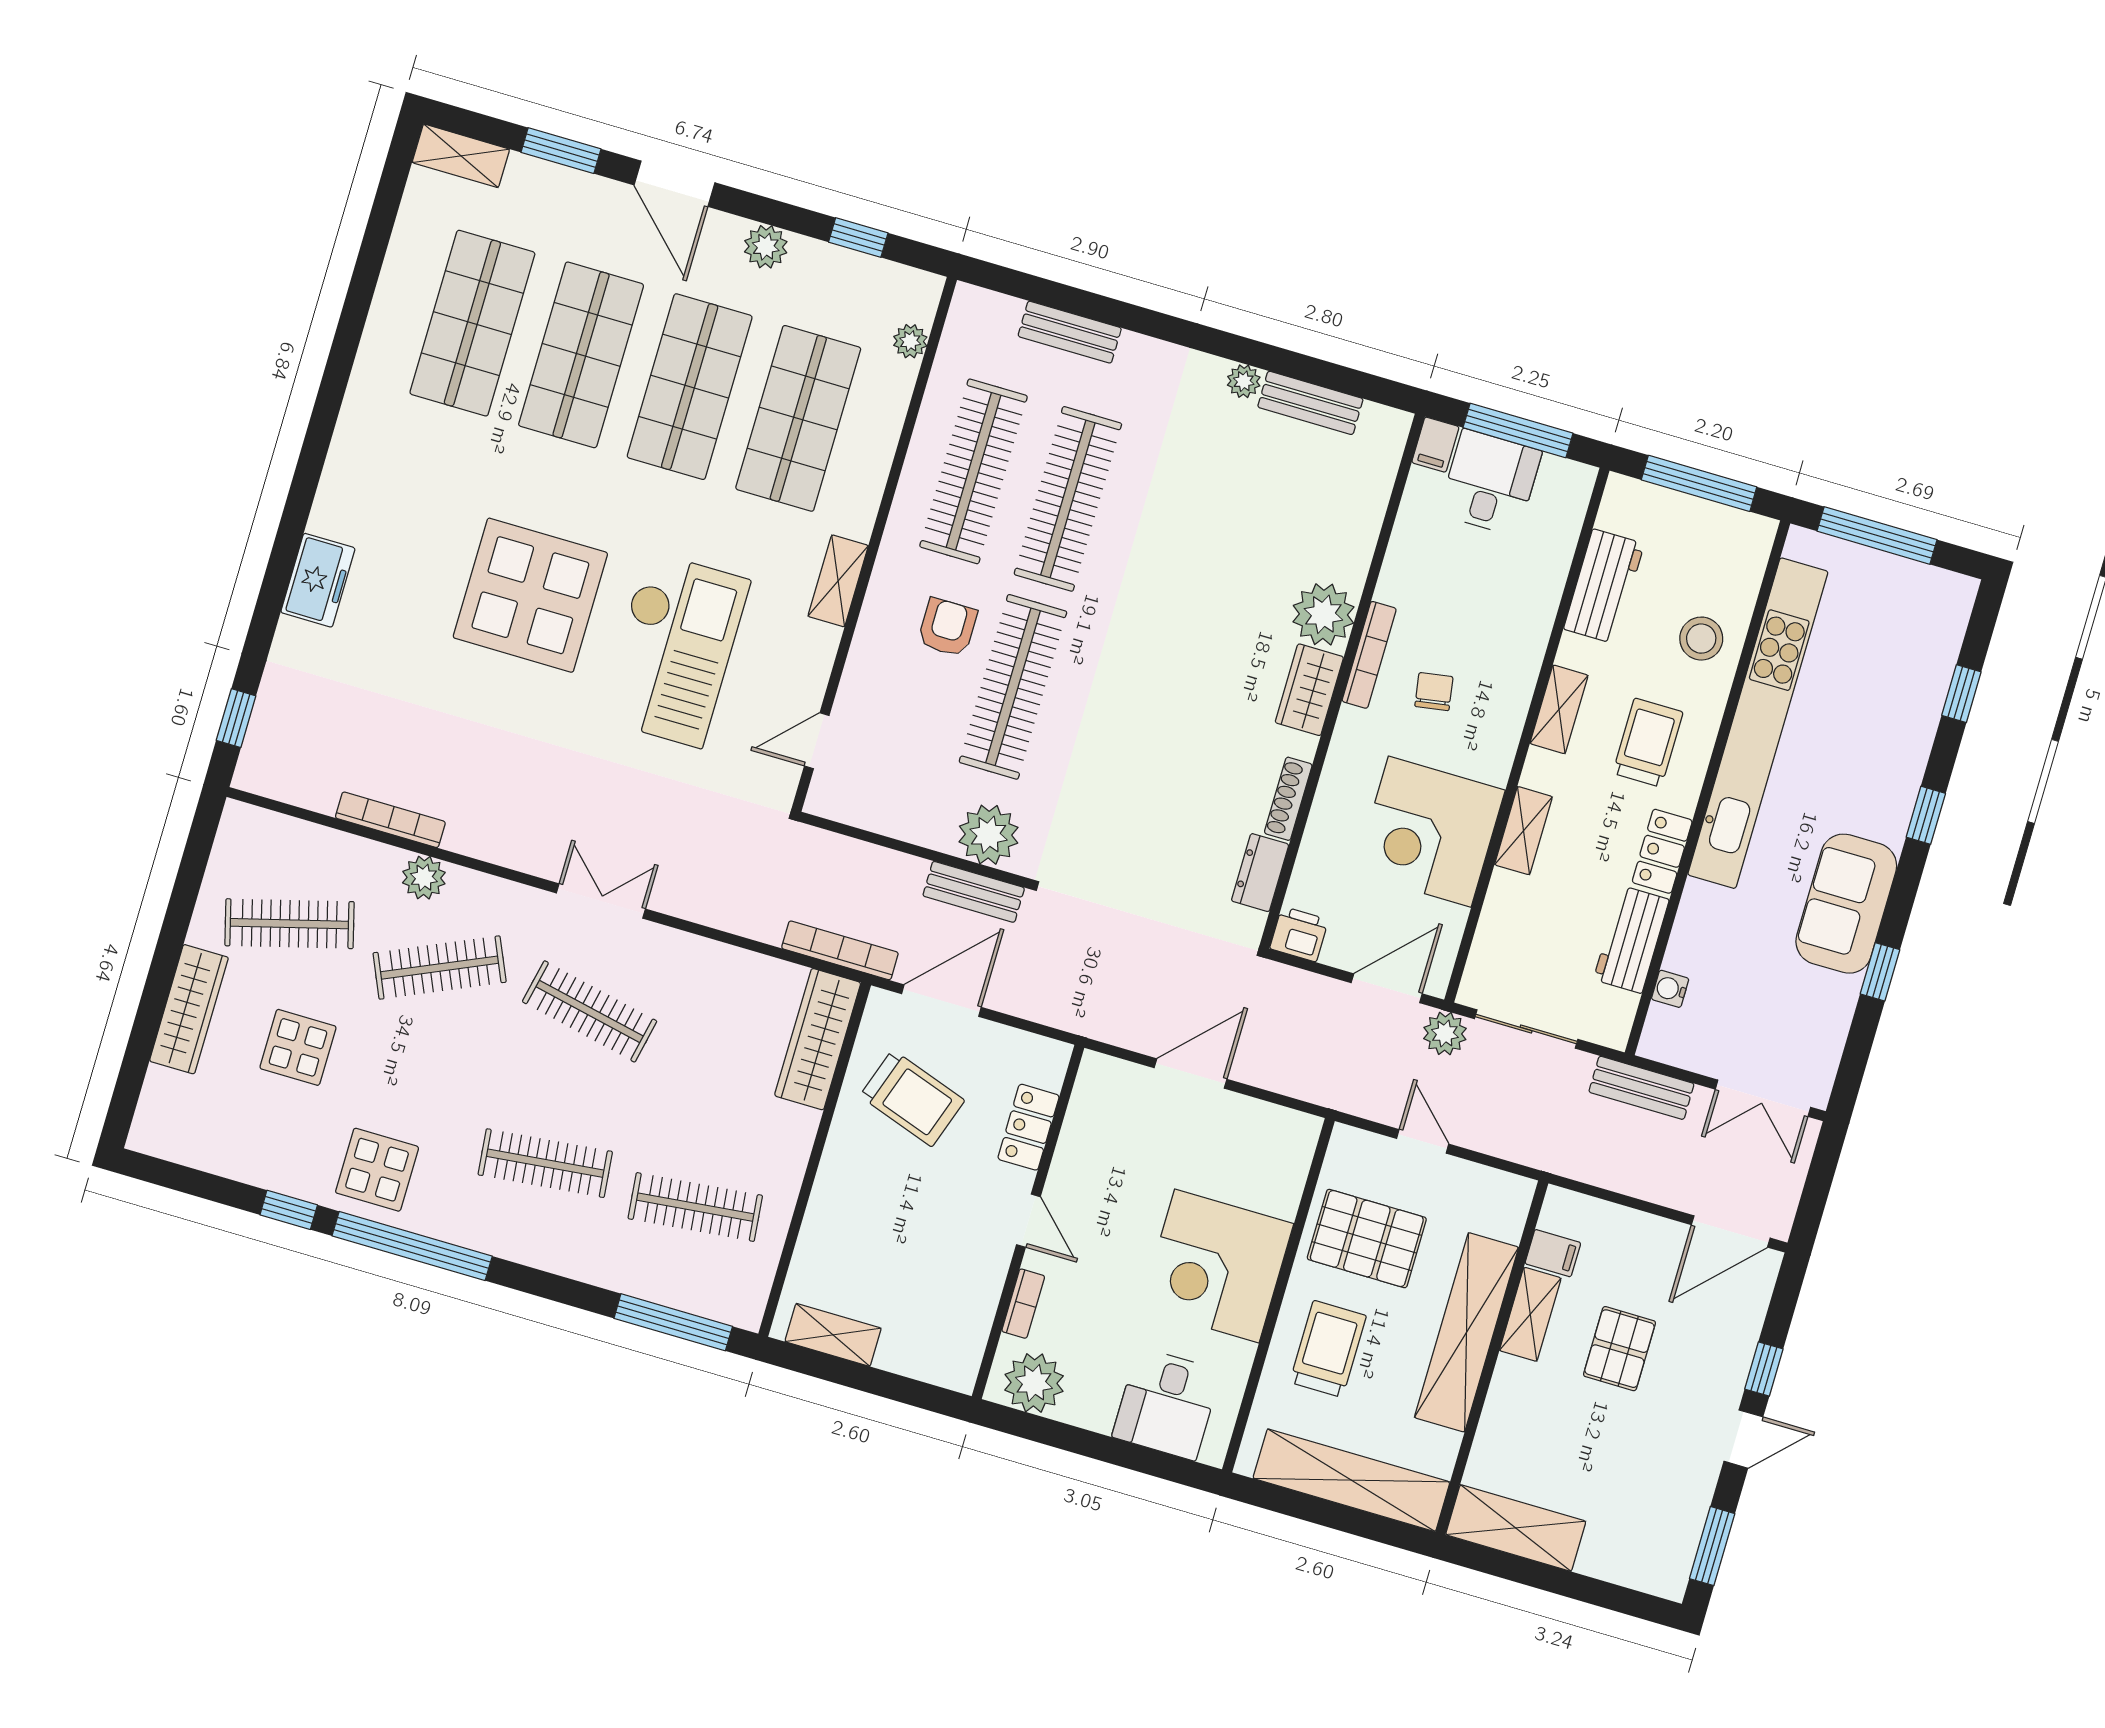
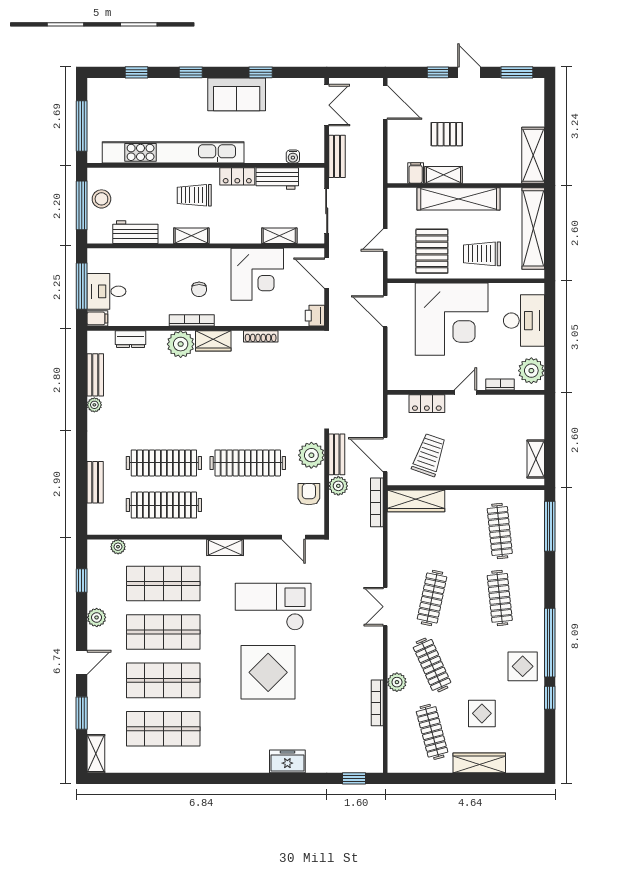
door: (675, 184) -> (82, 662), width x0.73
armchair: (947, 627) -> (309, 494), moved, turned 90
stool: (1701, 639) -> (101, 199), moved
chair: (1434, 692) -> (199, 289), turned -81
shelving: (1523, 831) -> (279, 236), moved
dresser: (1260, 873) -> (131, 339), moved
plant: (1445, 1034) -> (338, 486), moved
door: (1191, 1073) -> (385, 311), moved
corner desk: (1217, 1266) -> (452, 319), width x1.36, depth x1.36
desk: (1167, 1404) -> (524, 321), width x1.37

